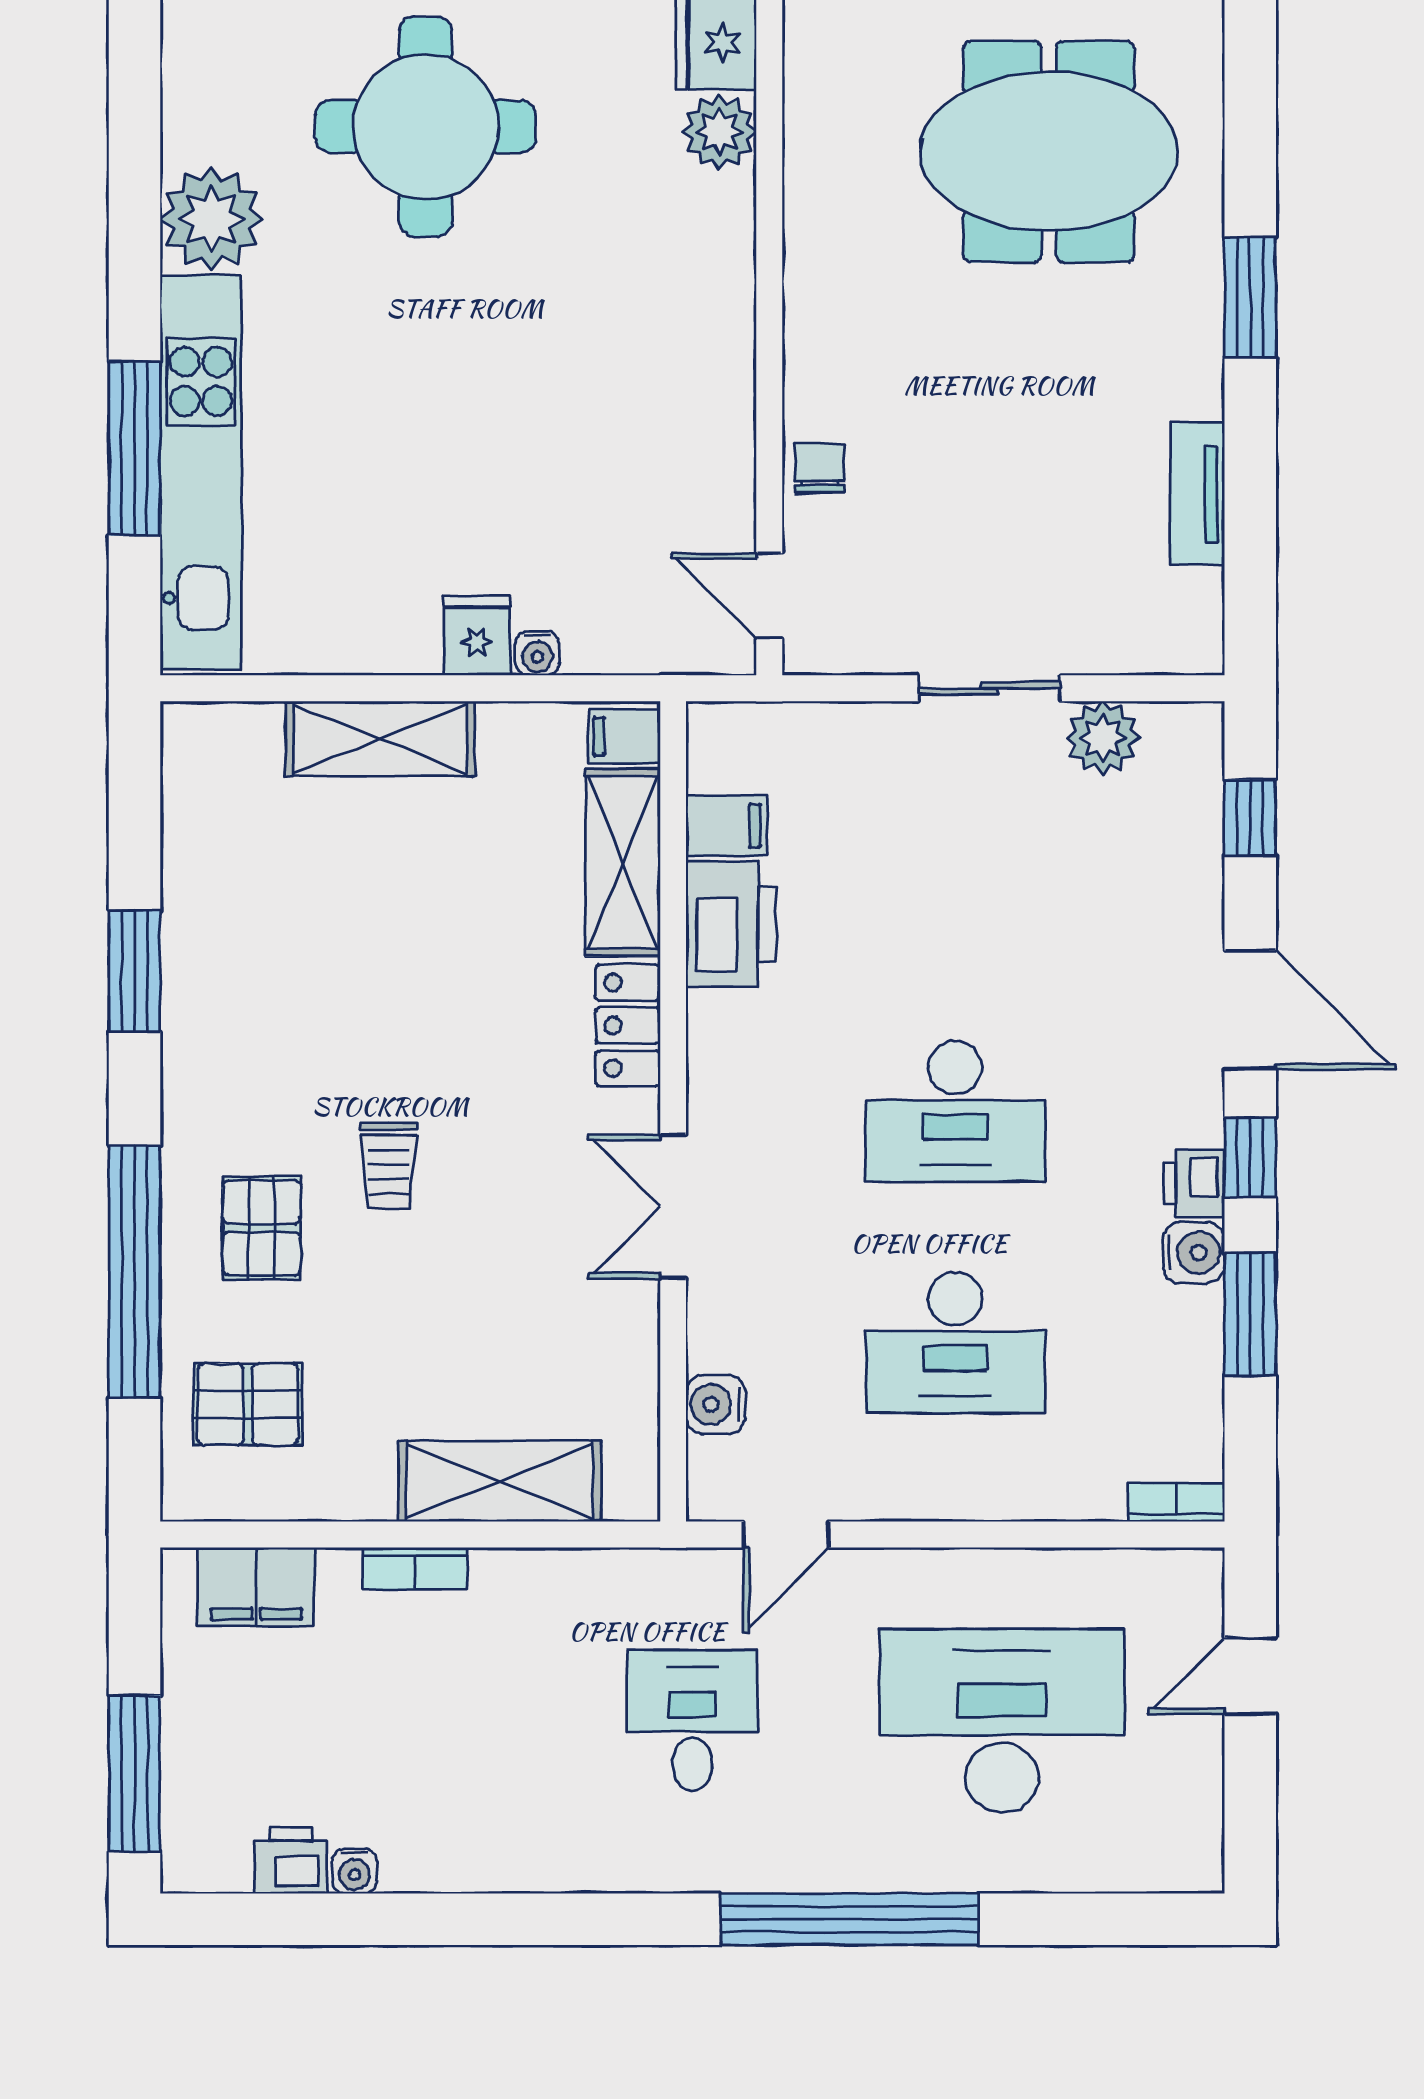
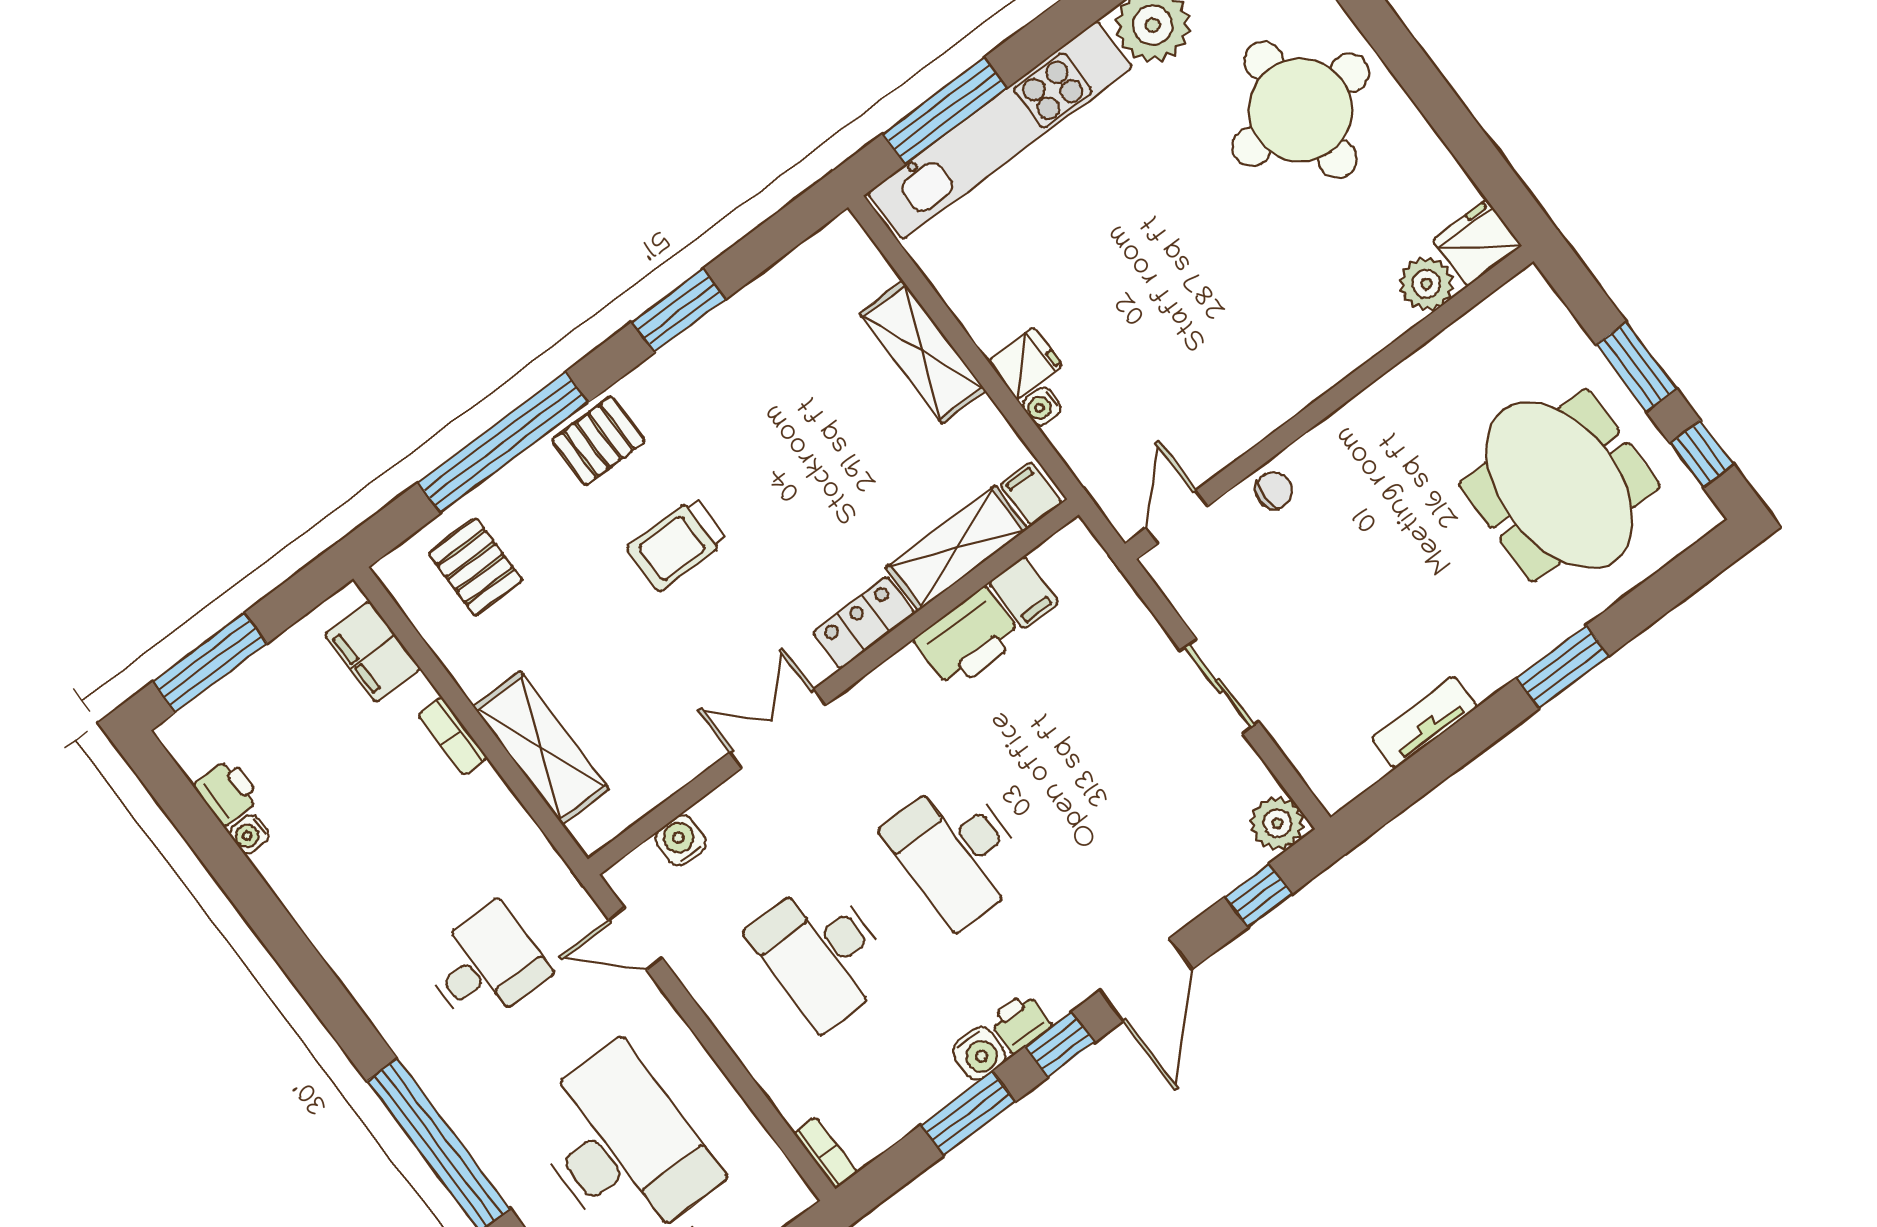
window: (135, 448) -> (945, 111), moved
plant: (1103, 738) -> (1277, 823), moved
trolley: (389, 1166) -> (677, 545), width x1.36, depth x1.39
pallet: (262, 1228) -> (598, 441), moved

